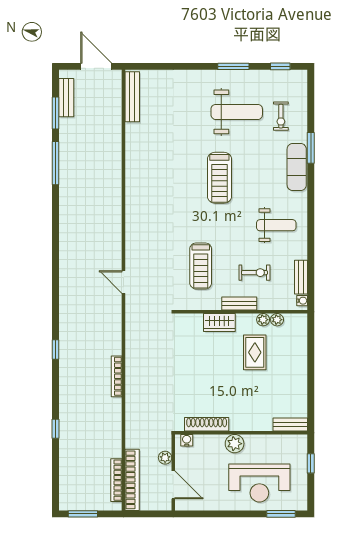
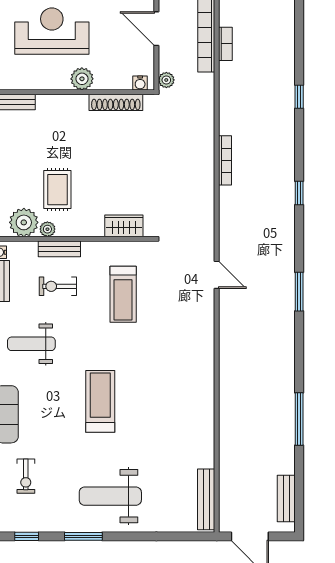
weight bench: (237, 112) -> (110, 496), moved
window: (56, 113) -> (299, 292), moved
exercise bike: (281, 116) -> (26, 476), turned 180
treadmill: (201, 266) -> (123, 294), turned 180
bench: (239, 303) -> (59, 249), moved
plant: (277, 320) -> (24, 222), width x1.87, depth x1.87
wardrobe: (219, 322) -> (124, 226), moved
plant: (165, 458) -> (166, 80), moved
bookcase: (116, 480) -> (225, 44), width x0.64

